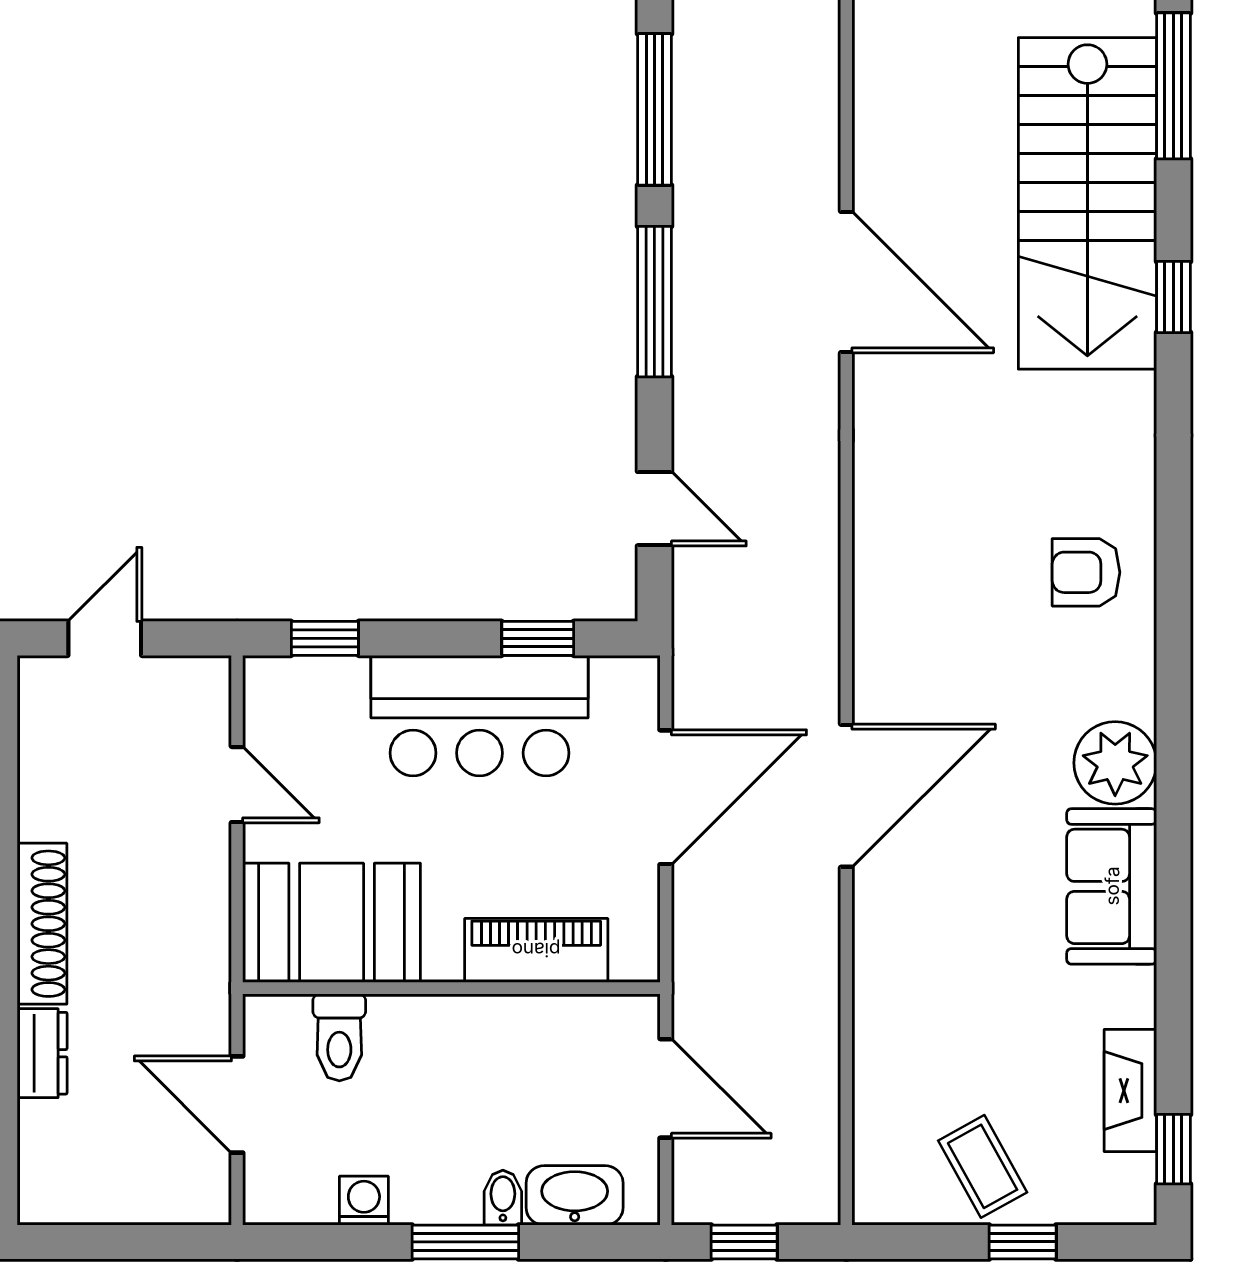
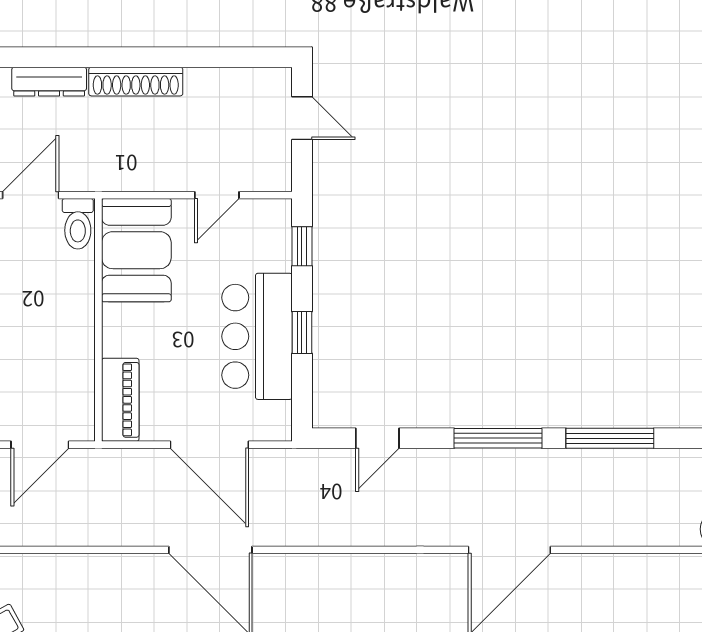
window: (538, 638) -> (302, 332), moved
piano: (536, 950) -> (120, 400), moved
toilet: (339, 1037) -> (78, 224), moved, turned -90
dresser: (42, 1053) -> (49, 82), width x1.44

